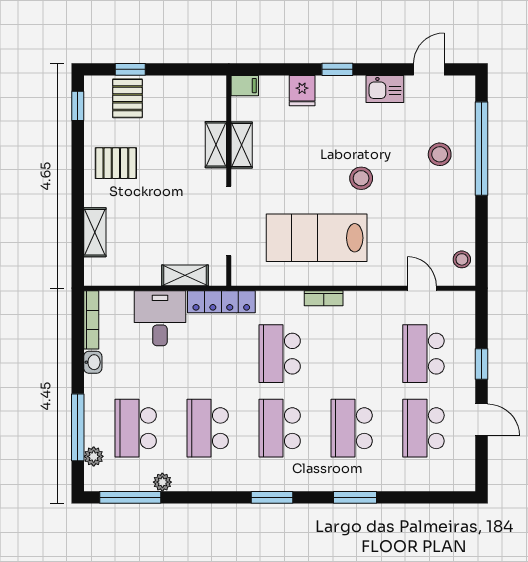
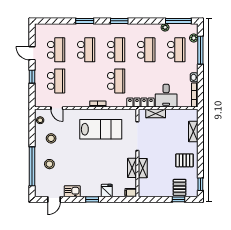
stool: (361, 178) -> (51, 138), moved

